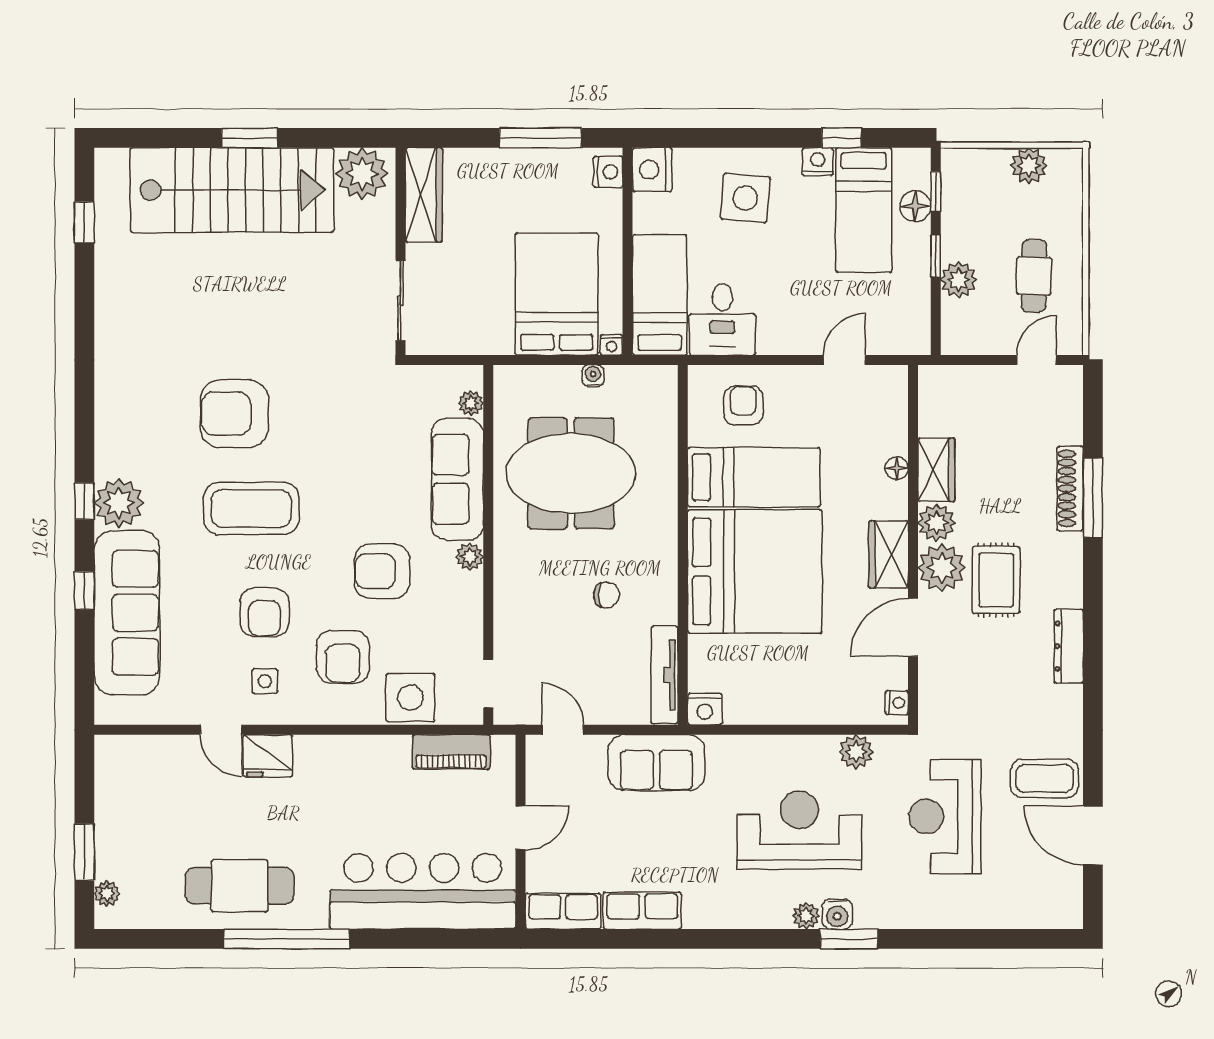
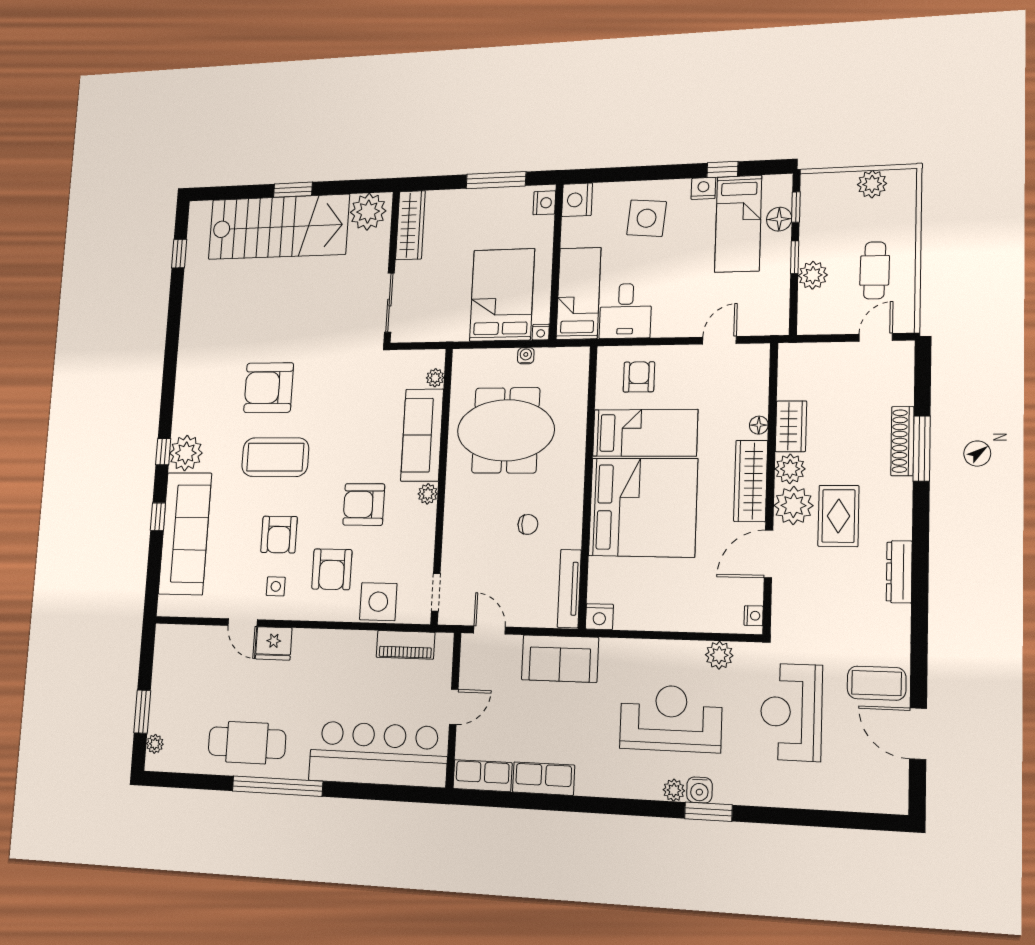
wardrobe: (889, 554) -> (751, 481), width x1.50

